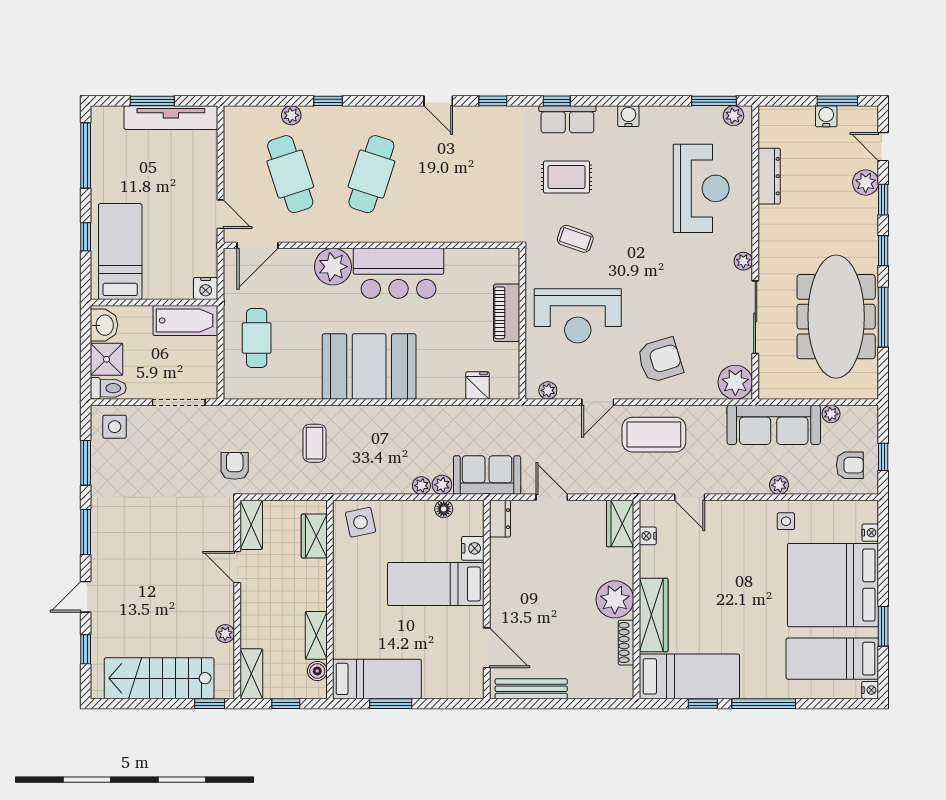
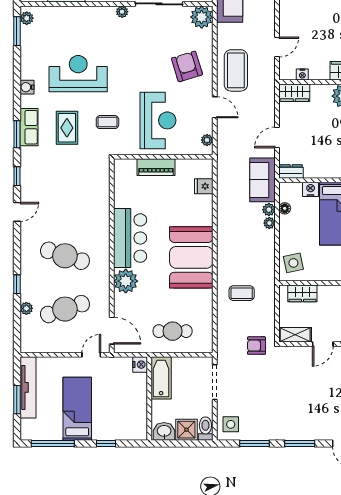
window: (557, 101) -> (17, 134), width x1.50
reception desk: (701, 188) -> (78, 74), moved
coffee table: (575, 239) -> (107, 122), turned 71
bed: (120, 251) -> (77, 409), moved, turned 90

